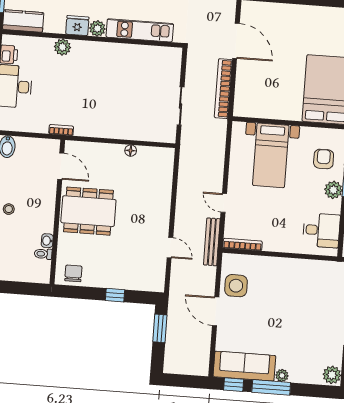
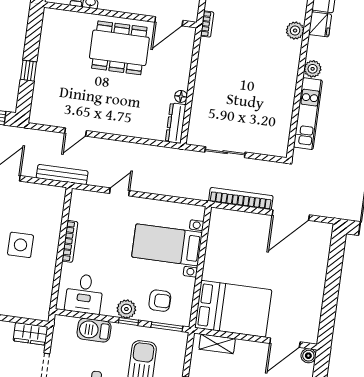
fridge: (77, 26) -> (320, 24), moved
dresser: (156, 154) -> (176, 123), added
dining table: (88, 211) -> (119, 48), turned 90
bench: (212, 242) -> (62, 175), moved
bookcase: (242, 245) -> (70, 241), moved
chair: (73, 273) -> (54, 28), removed
side table: (236, 286) -> (21, 245), moved

